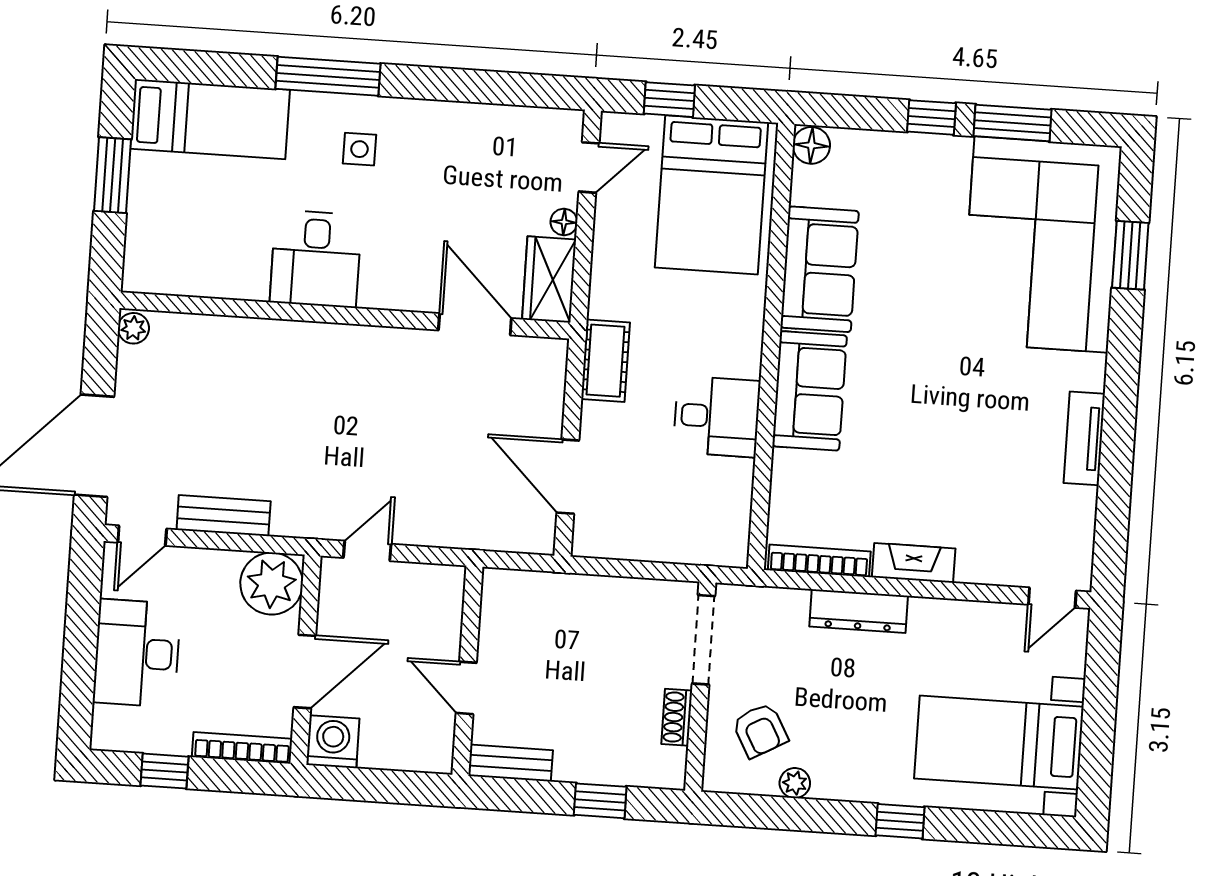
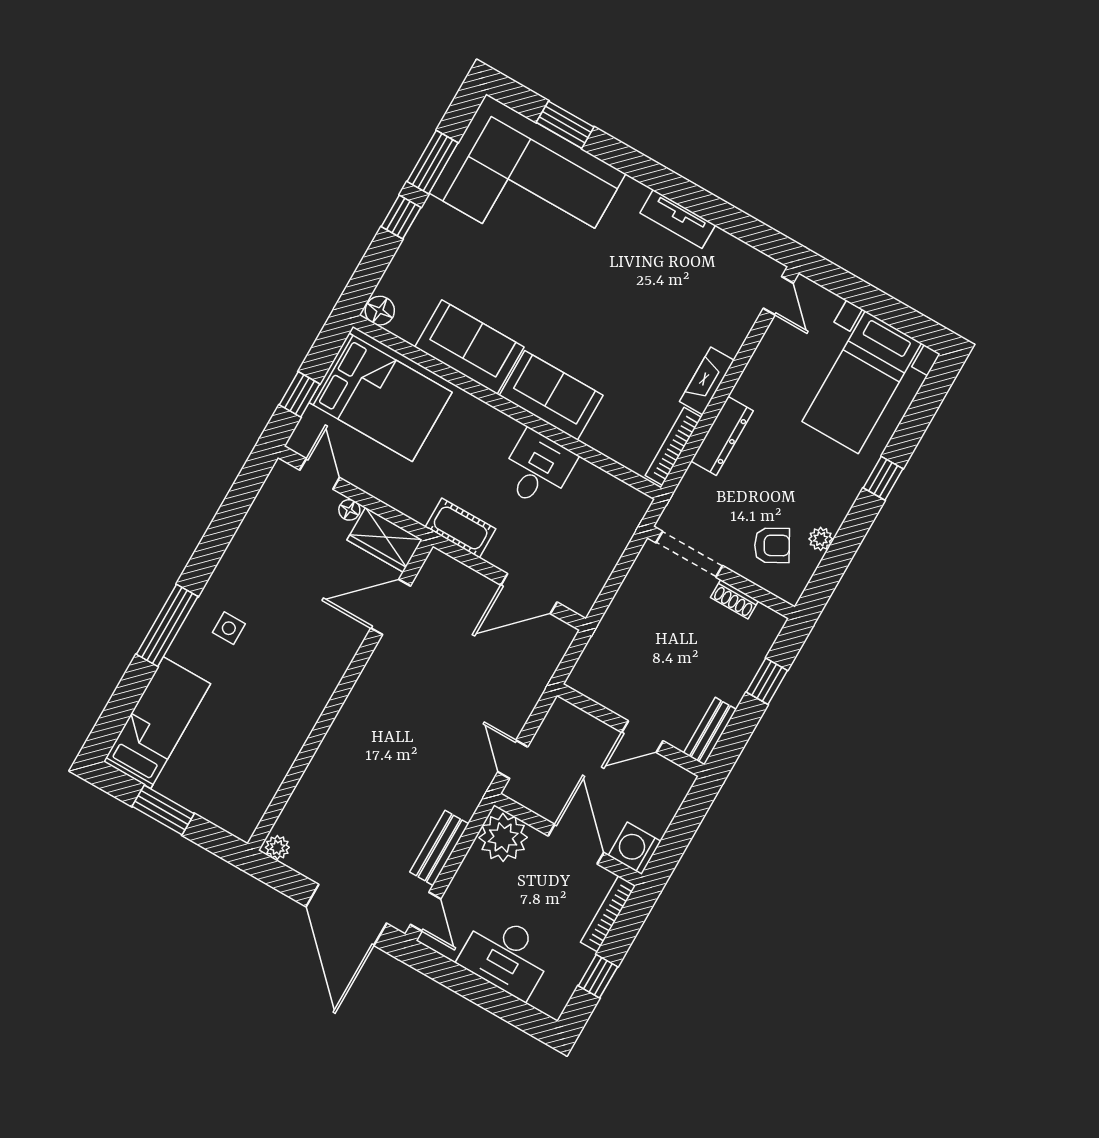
desk: (316, 259) -> (291, 696), removed

